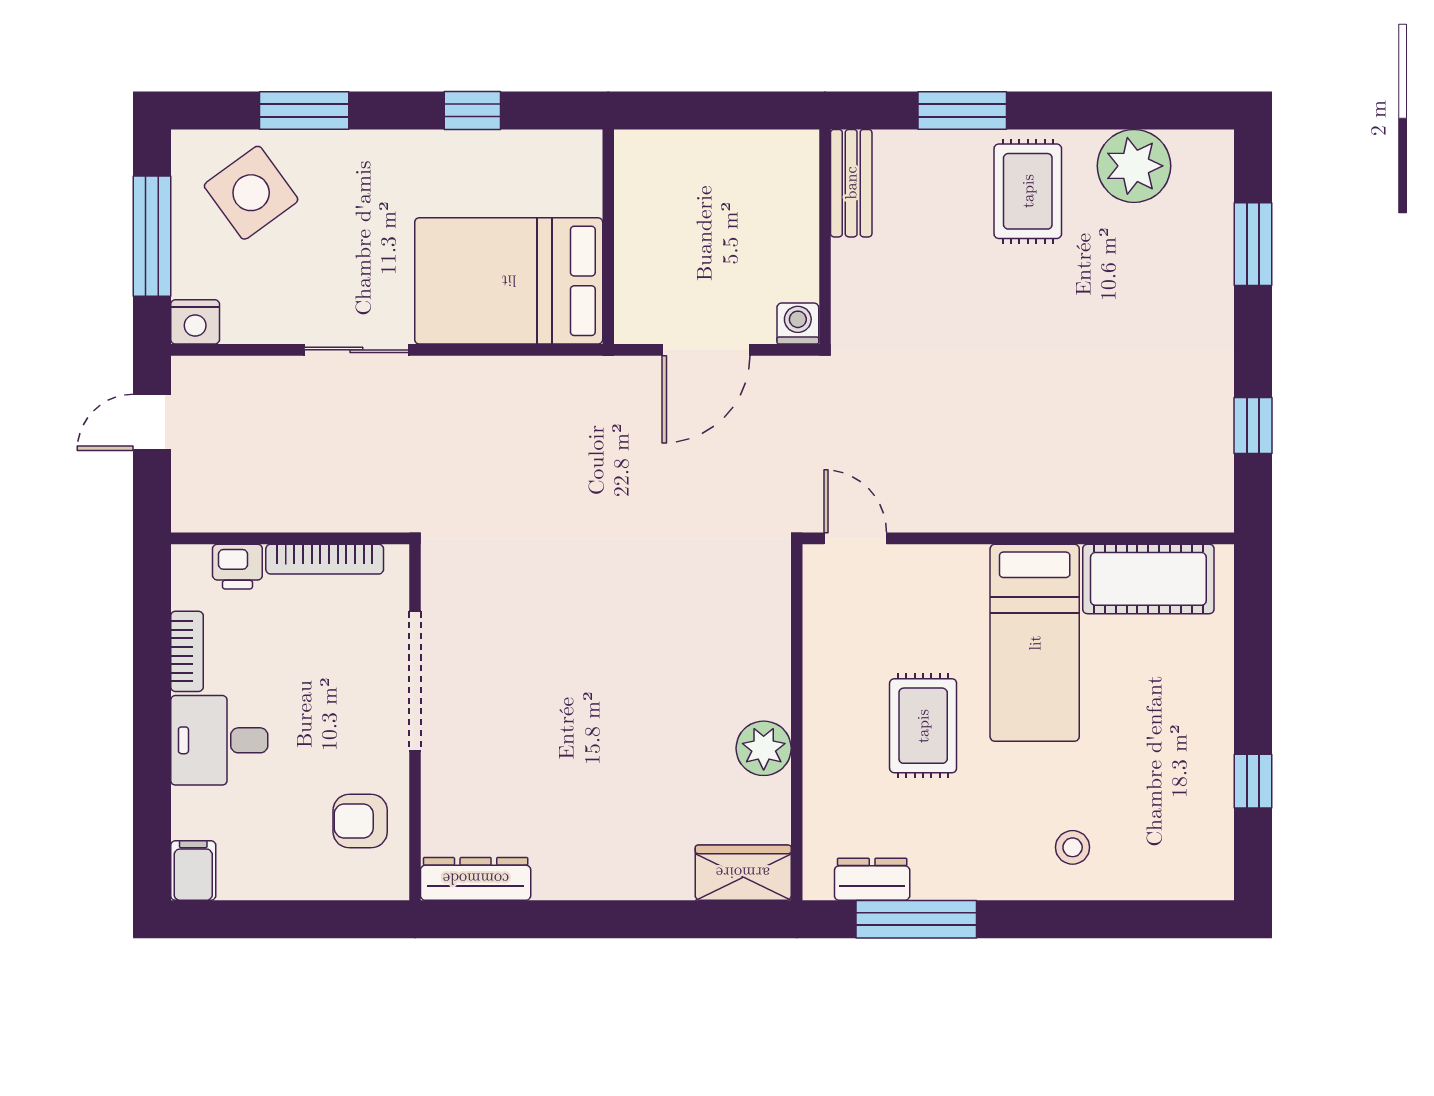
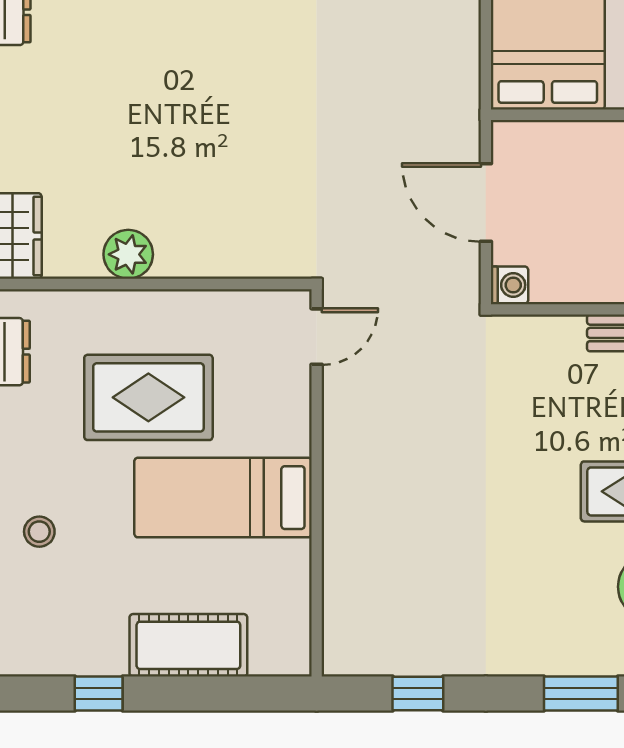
cot: (1148, 579) -> (188, 645), moved, turned 90
rug: (923, 726) -> (148, 397), width x1.36, depth x1.43

